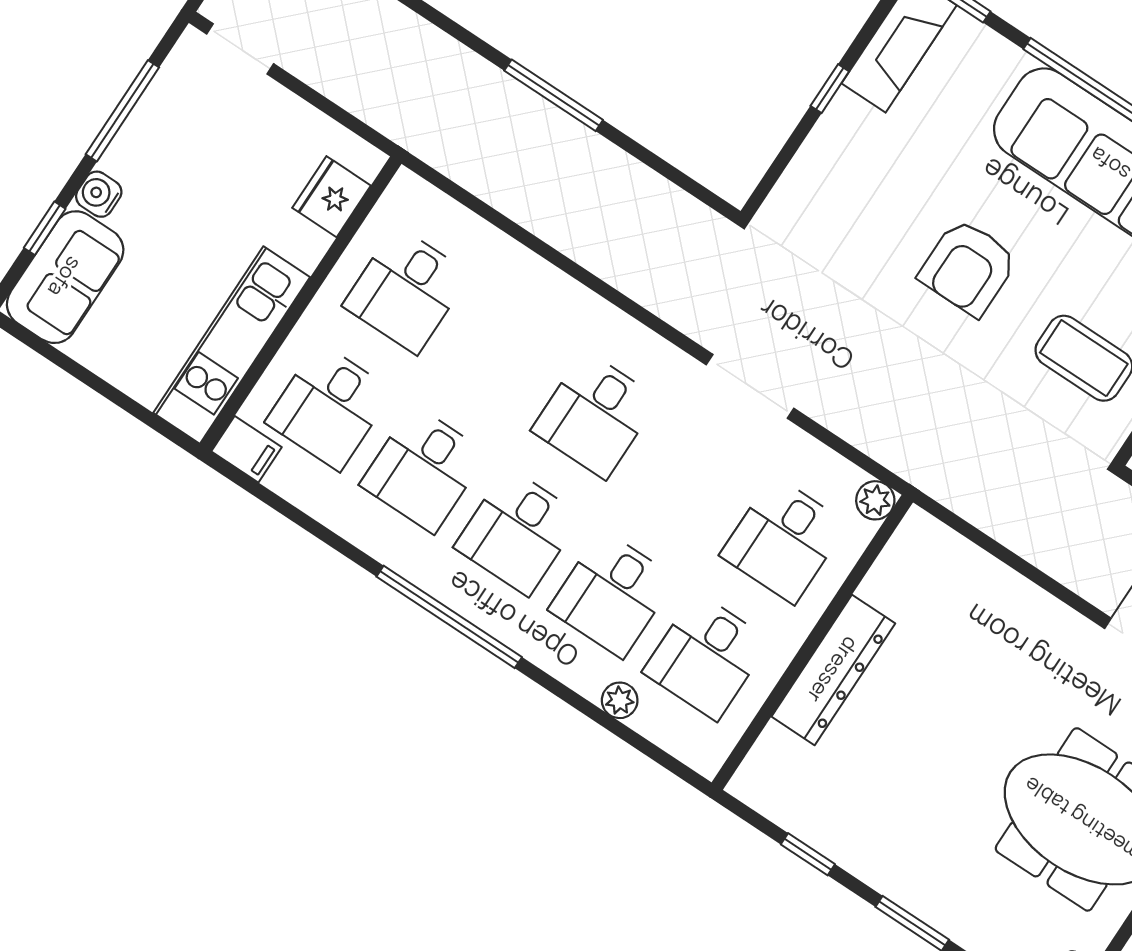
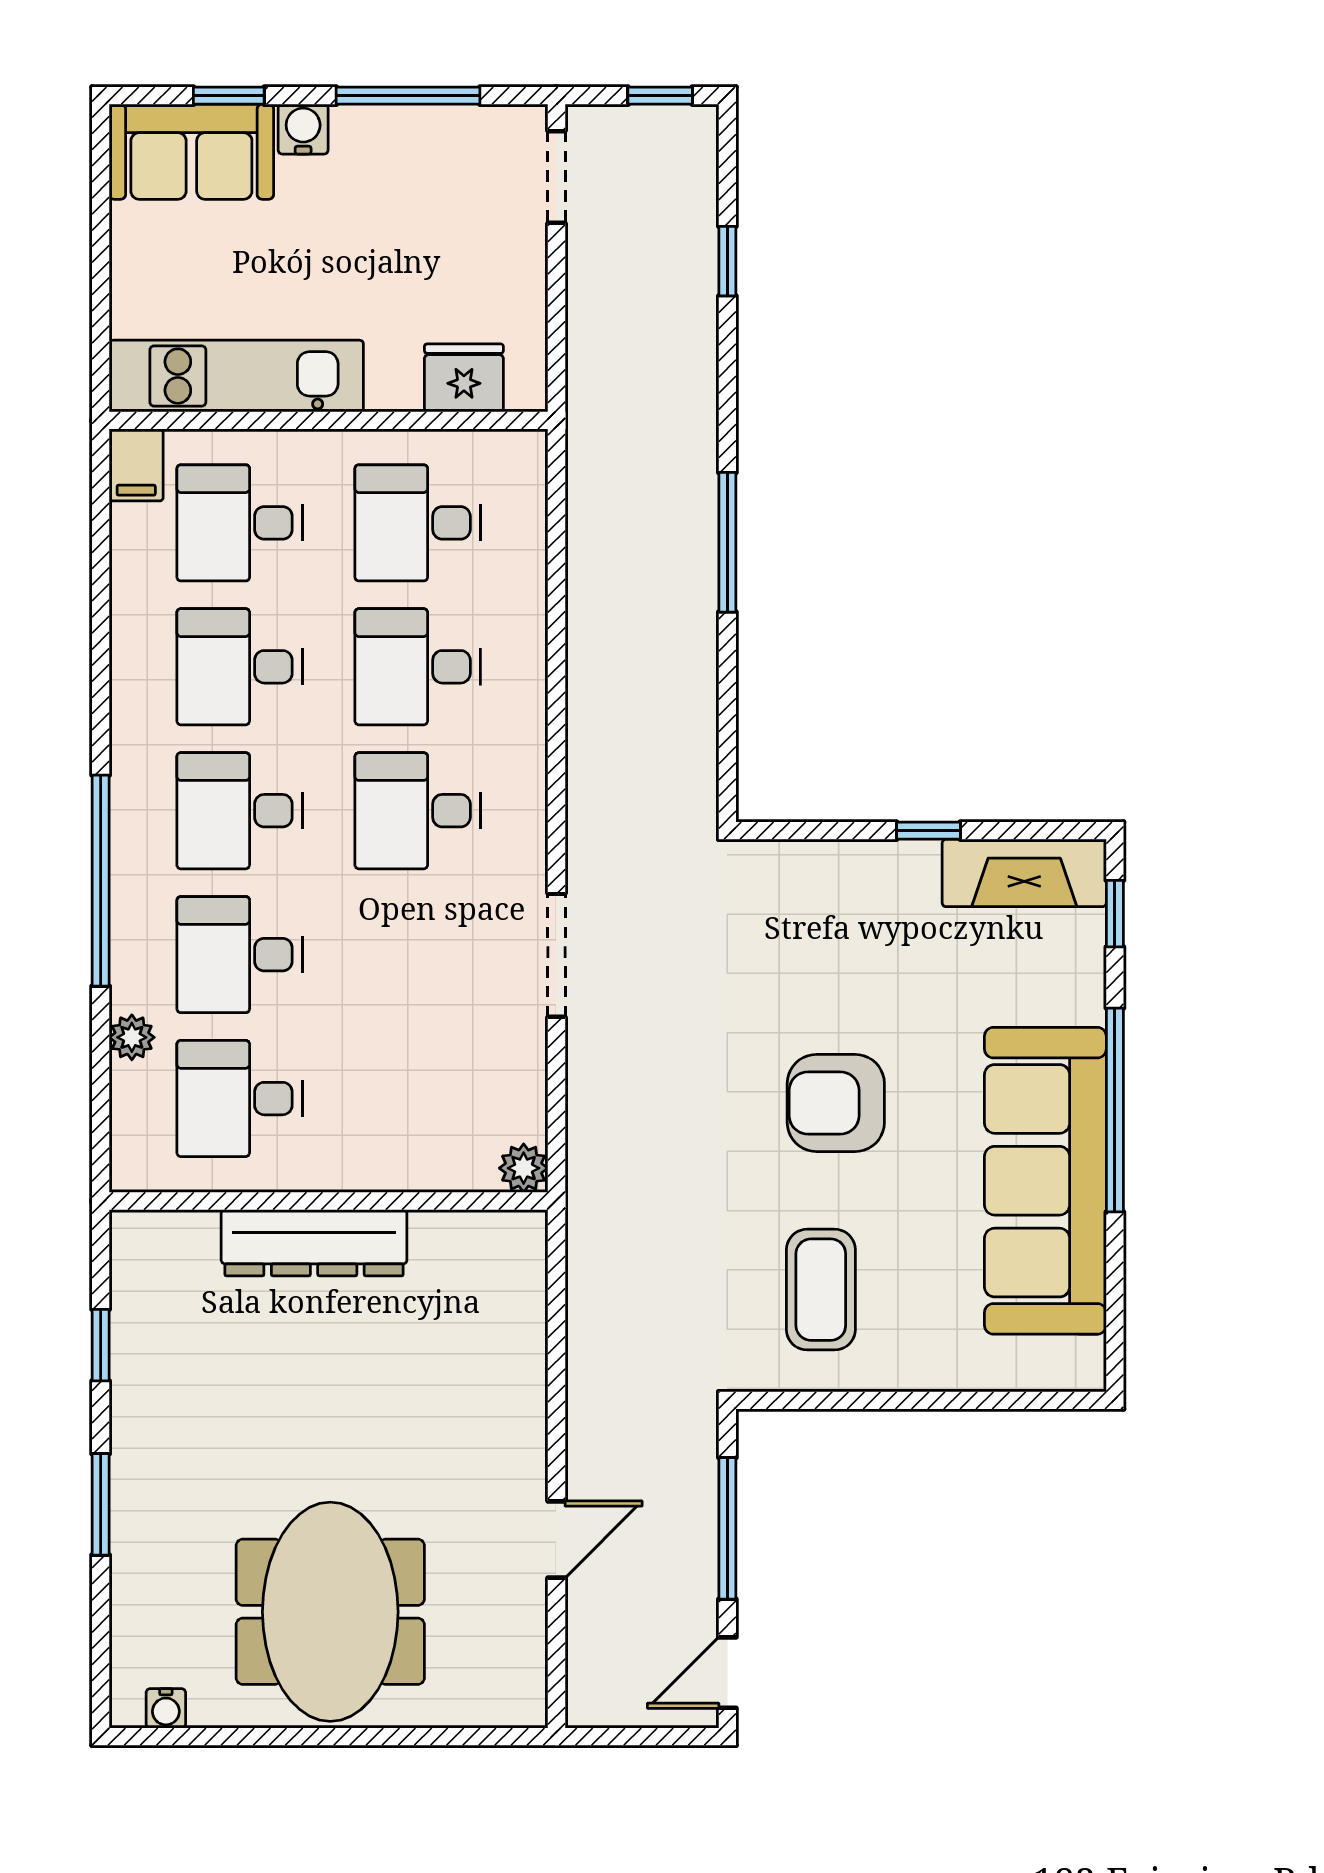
desk: (784, 540) -> (418, 667), moved
window: (449, 617) -> (101, 881), moved

